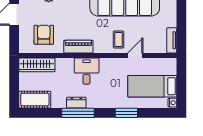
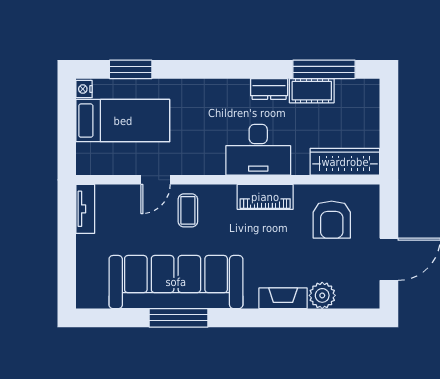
desk: (87, 71) -> (258, 150), width x1.37
cot: (35, 100) -> (312, 91), moved, width x0.73, depth x0.75
window: (78, 113) -> (324, 69), moved
window: (126, 113) -> (131, 69), moved

